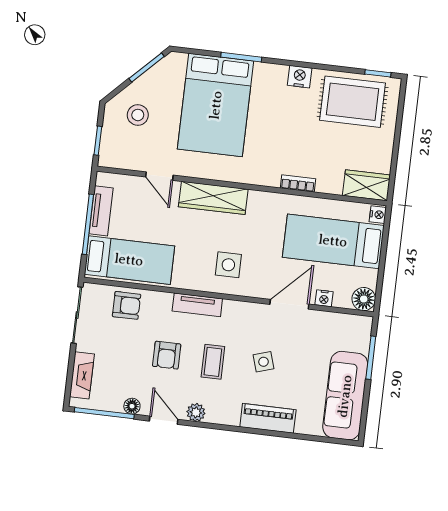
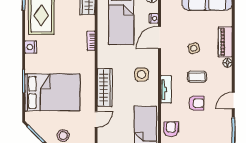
door: (289, 304) -> (160, 37), hinge flipped
floor lamp: (132, 406) -> (227, 63), moved
plant: (196, 412) -> (227, 83), removed

